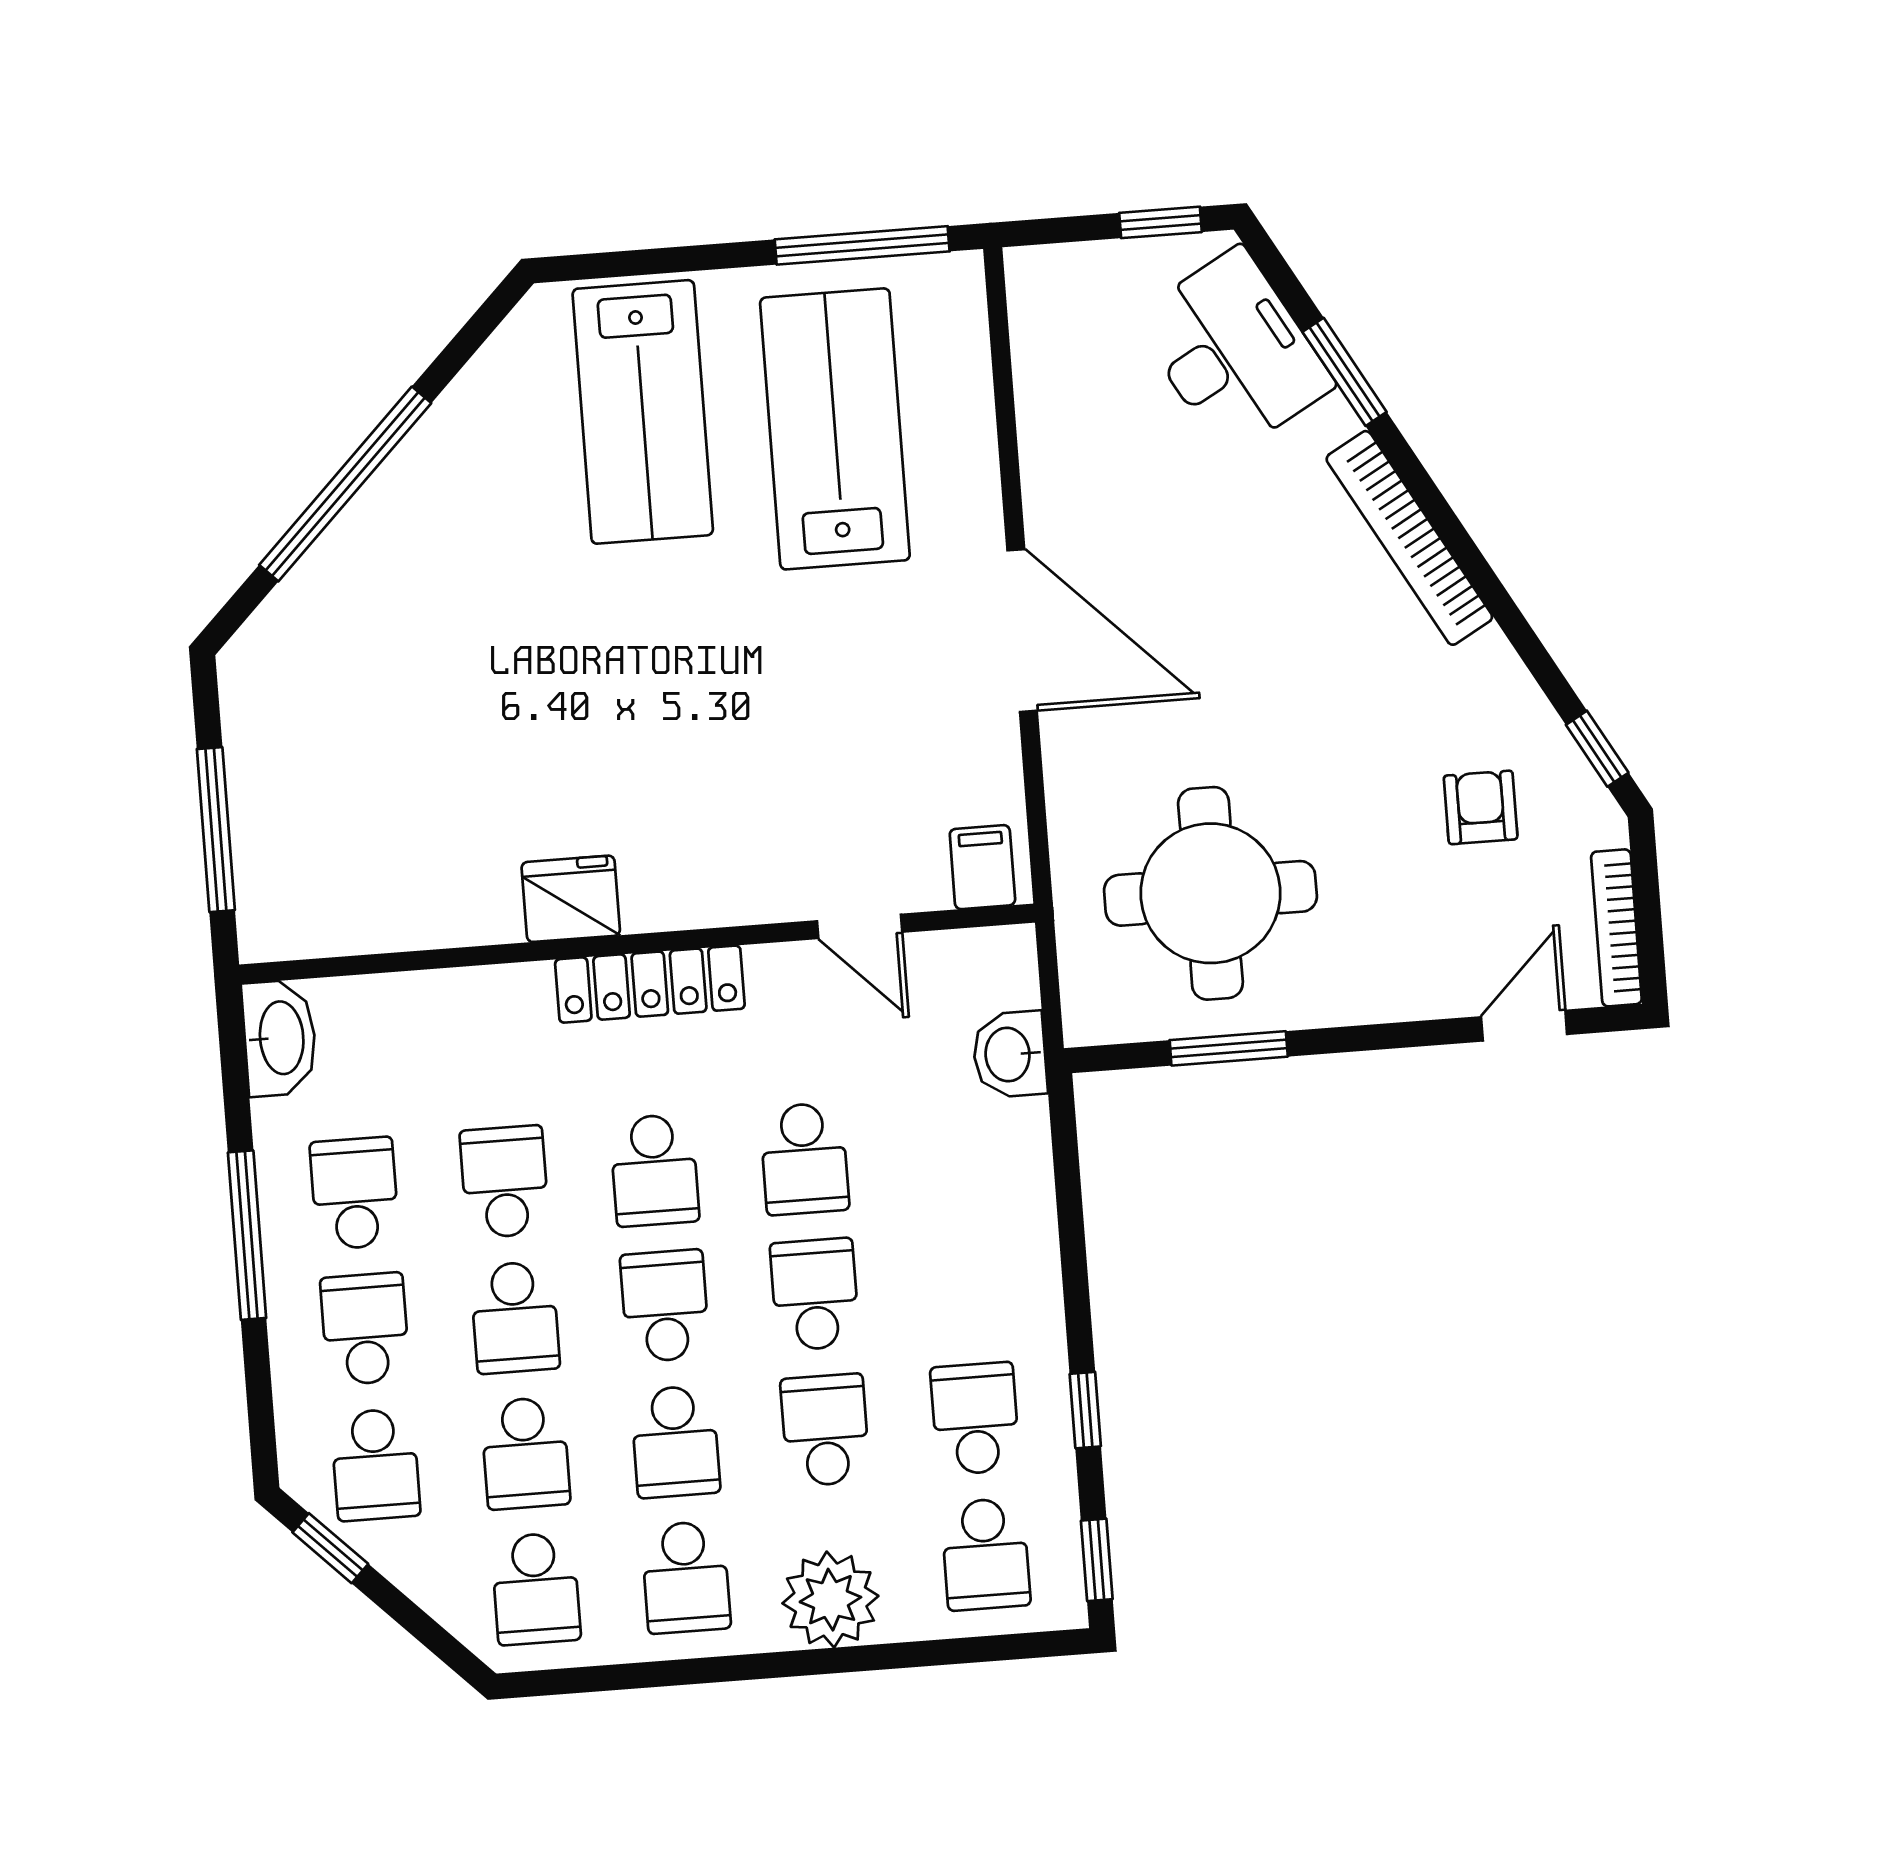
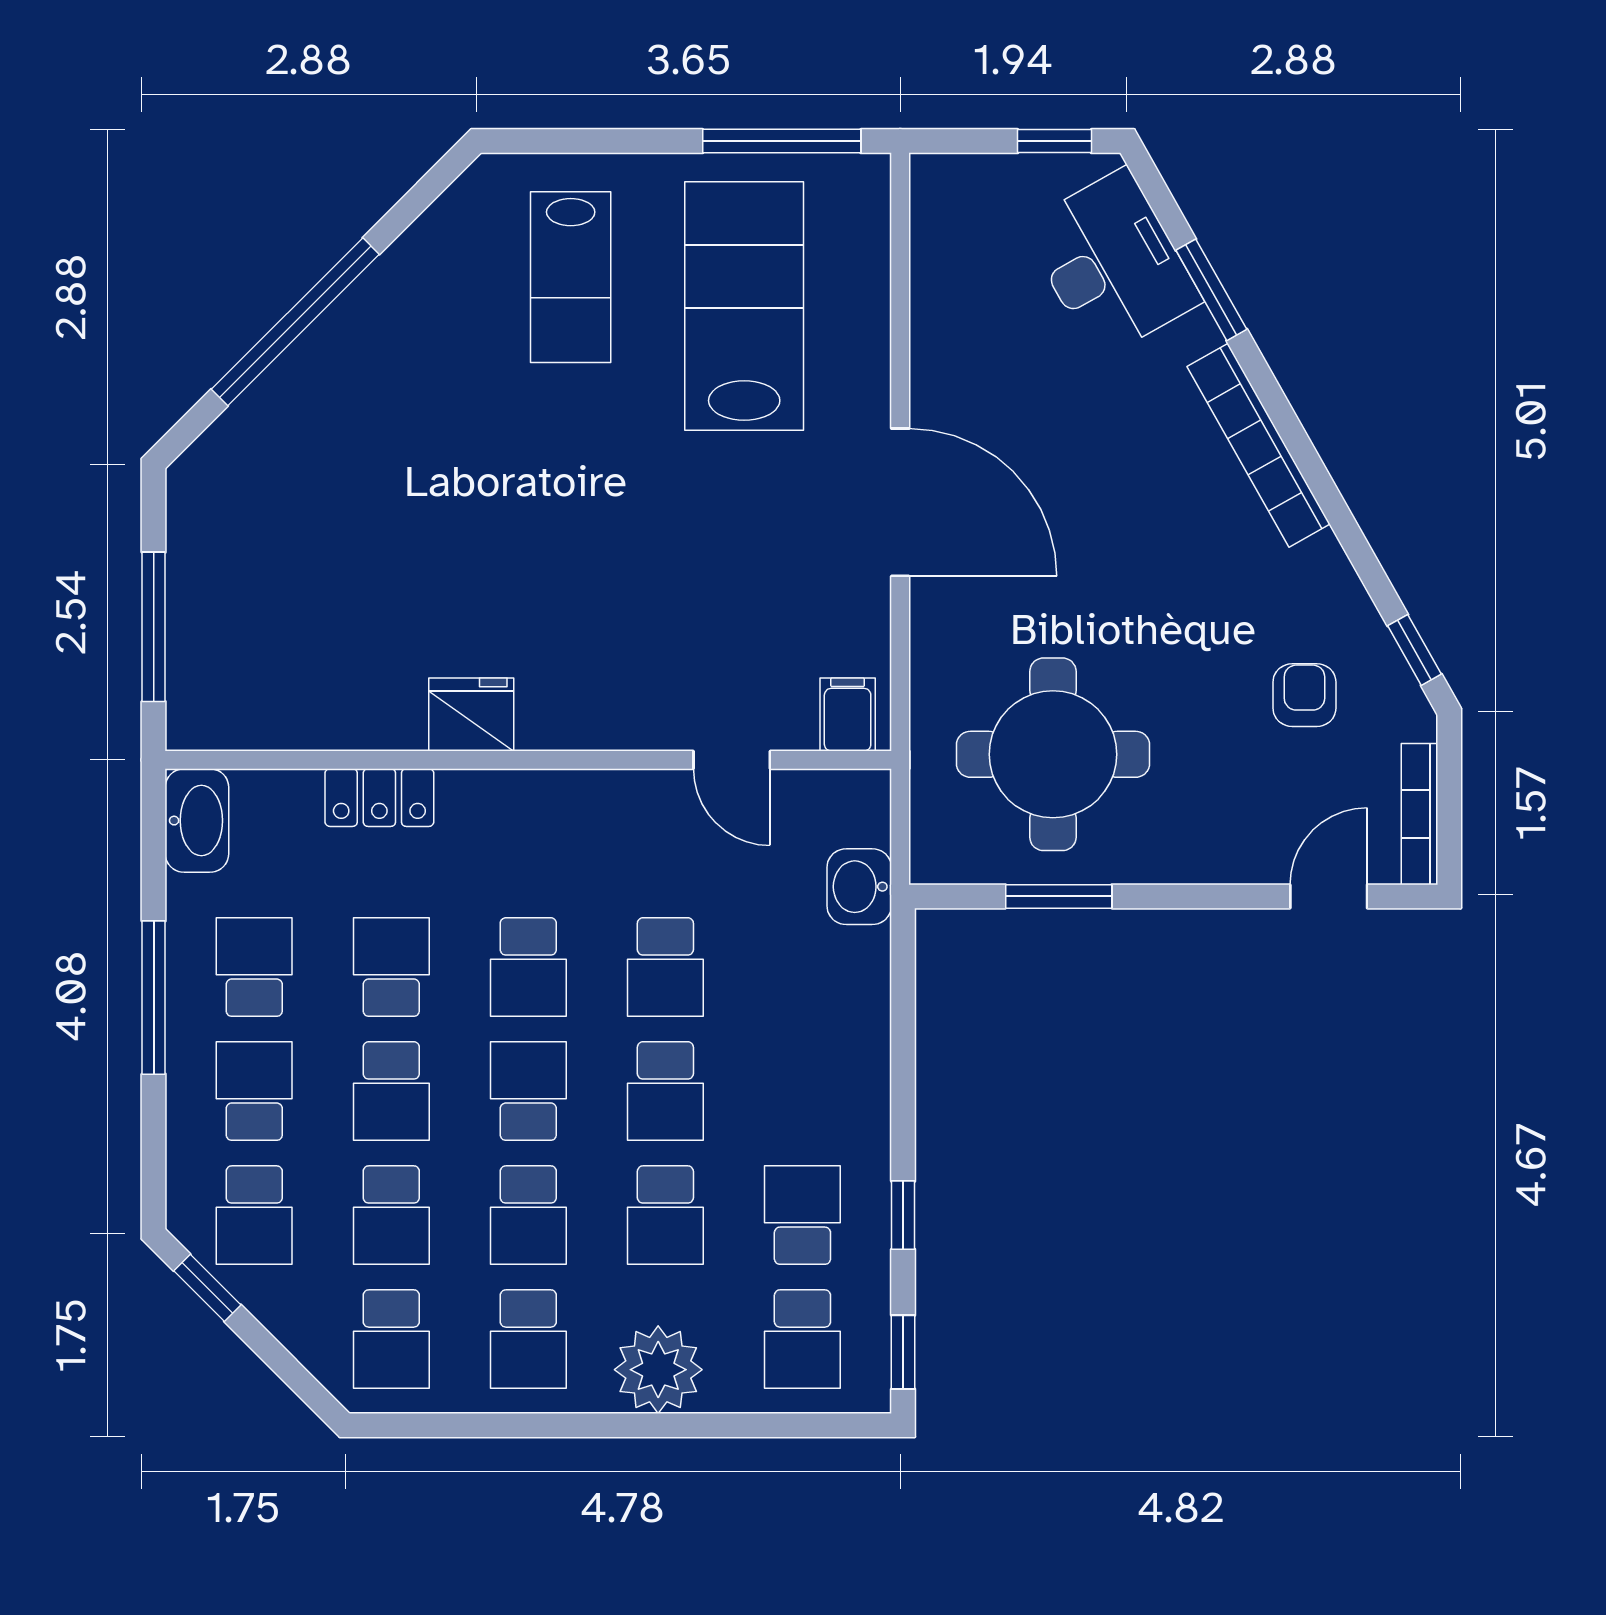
lab bench: (643, 412) -> (571, 277), width x0.73, depth x0.72
locker: (650, 984) -> (379, 798), moved, width x0.66
school desk: (815, 1294) -> (665, 1091), turned 180
school desk: (825, 1430) -> (665, 1215), turned 180

